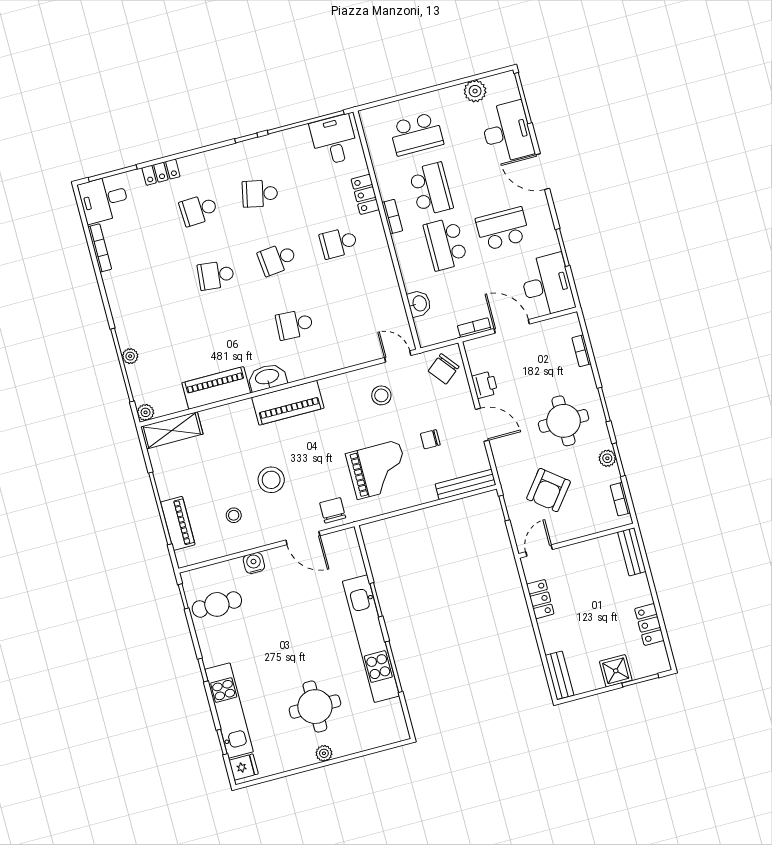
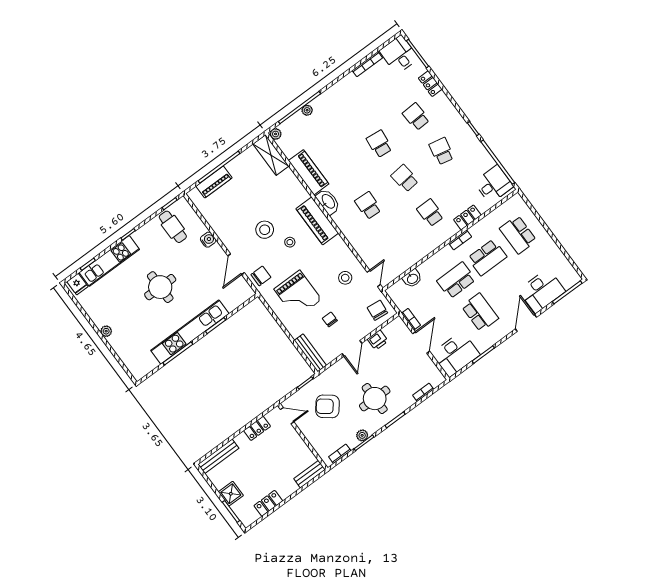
plant: (475, 91) -> (560, 261), removed
chair: (444, 369) -> (377, 310), turned 45
stool: (234, 515) -> (290, 242), moved
bench: (559, 675) -> (219, 456), width x1.36
round table: (315, 707) -> (160, 287), moved

